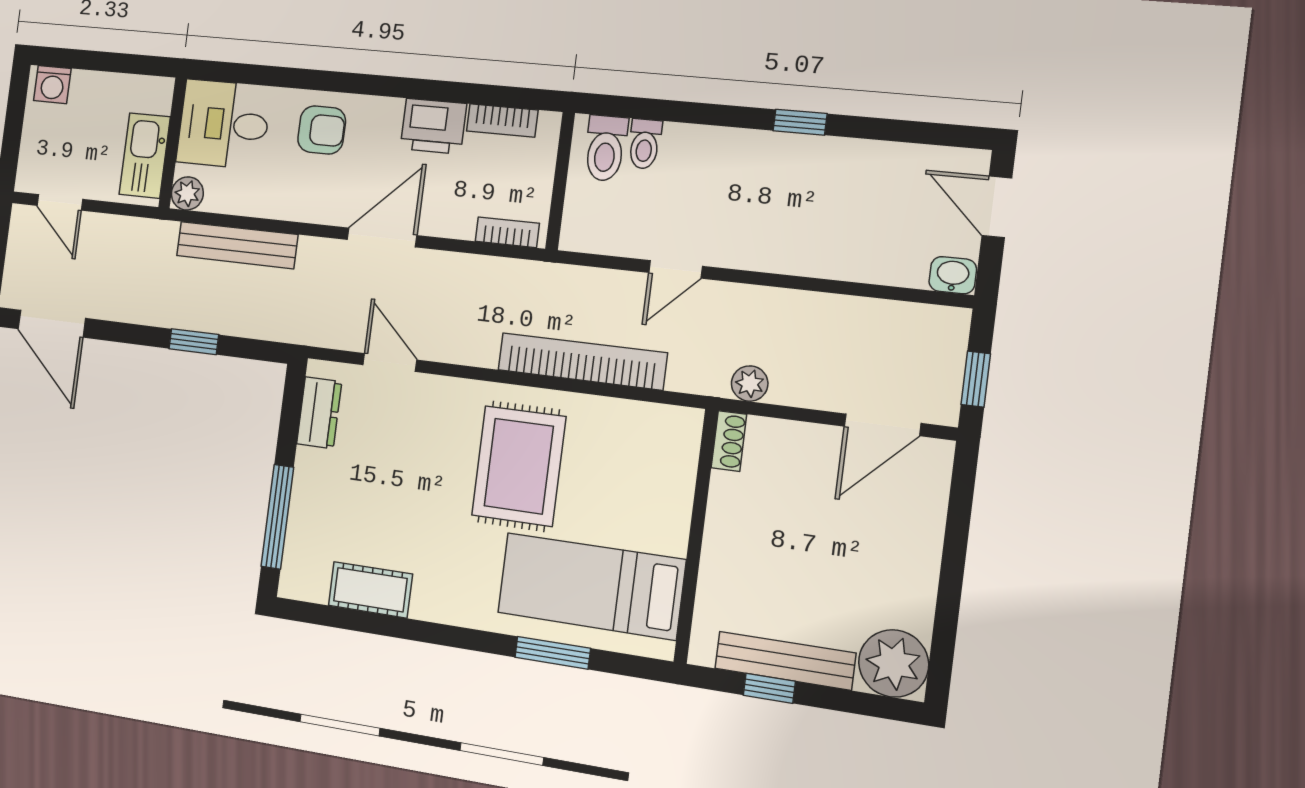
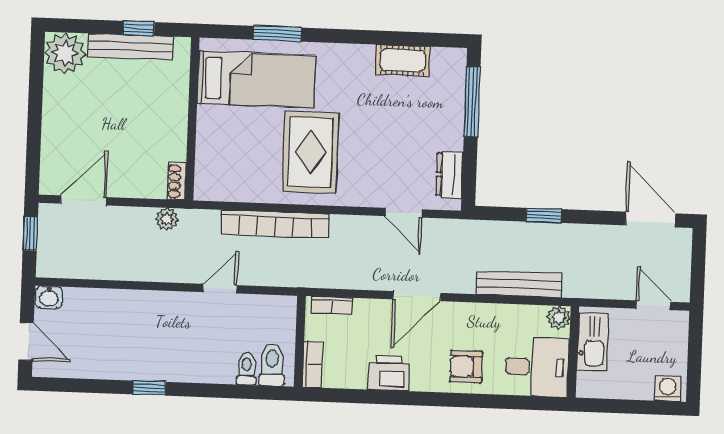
bookcase: (502, 121) -> (312, 364), moved, turned 90

